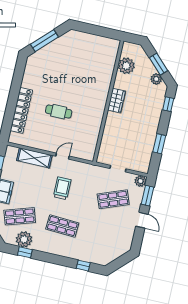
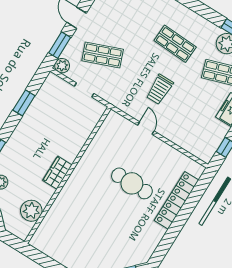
cafe table: (59, 112) -> (132, 183), width x1.37, depth x1.35
door: (62, 156) -> (146, 128), swing flipped
shelving: (34, 158) -> (180, 138), removed

